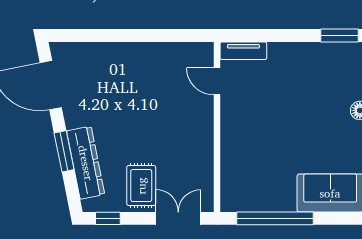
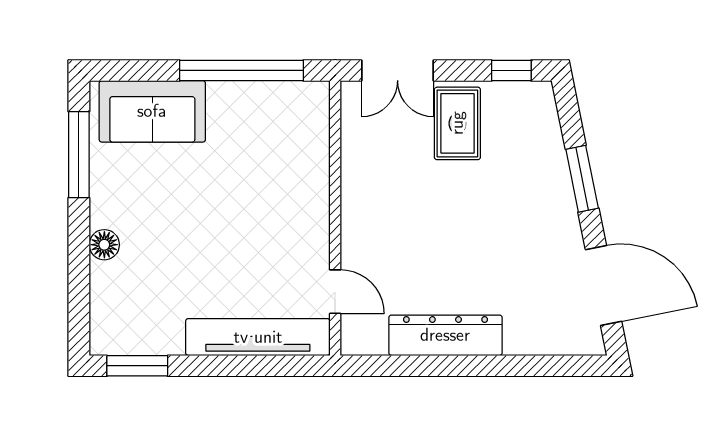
tv unit: (243, 51) -> (258, 337), width x1.92, depth x1.29
dresser: (86, 163) -> (445, 335), moved, turned 101

